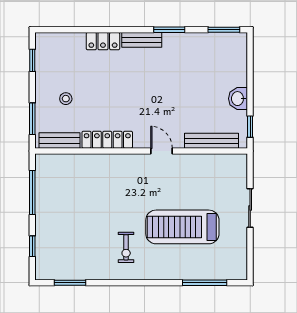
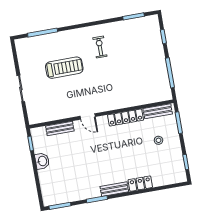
bench: (212, 141) -> (60, 128), width x0.73
treadmill: (182, 227) -> (64, 68), width x0.73, depth x0.73

